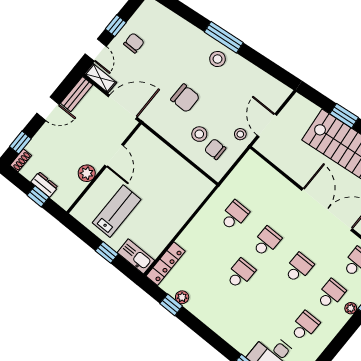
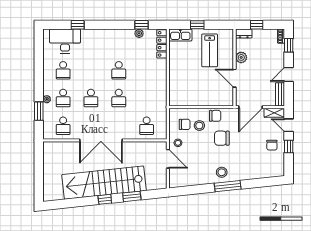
chair: (172, 130) -> (215, 116), added
dresser: (44, 185) -> (244, 34), moved
school desk: (234, 215) -> (147, 126), moved

